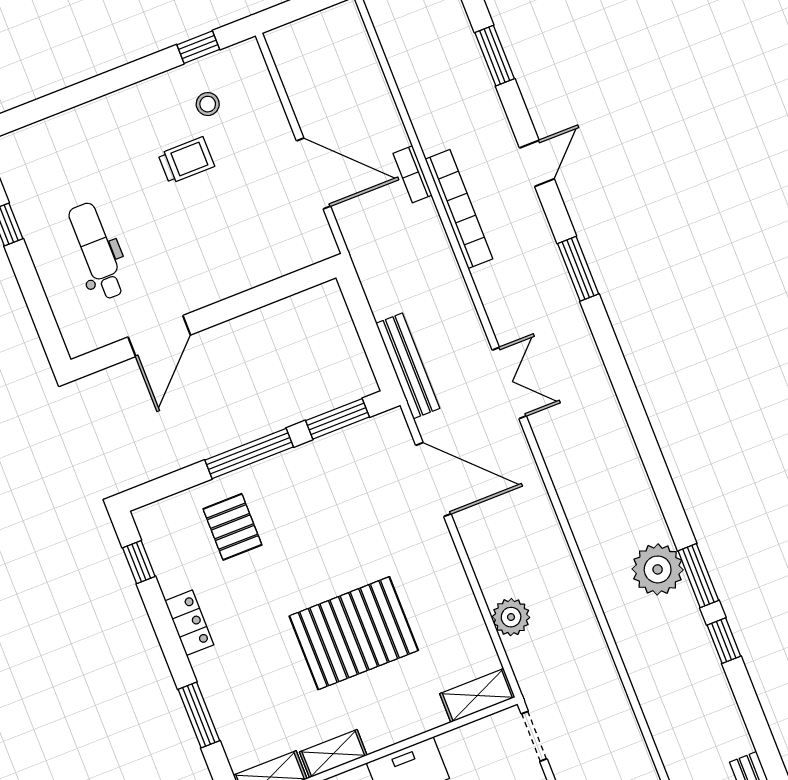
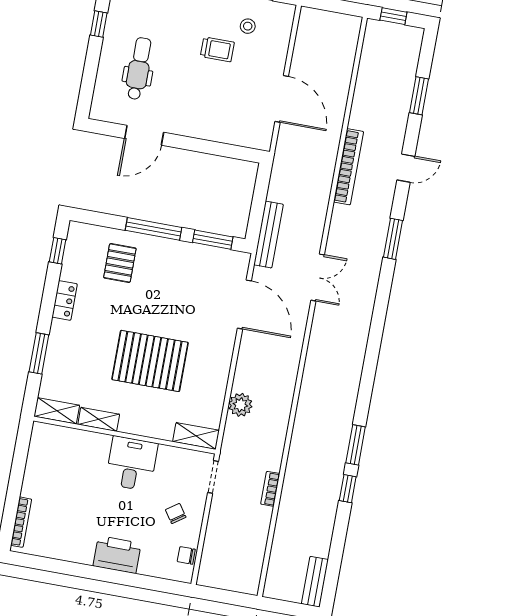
bookcase: (412, 174) -> (270, 489), moved
plant: (658, 569) -> (336, 428), removed

